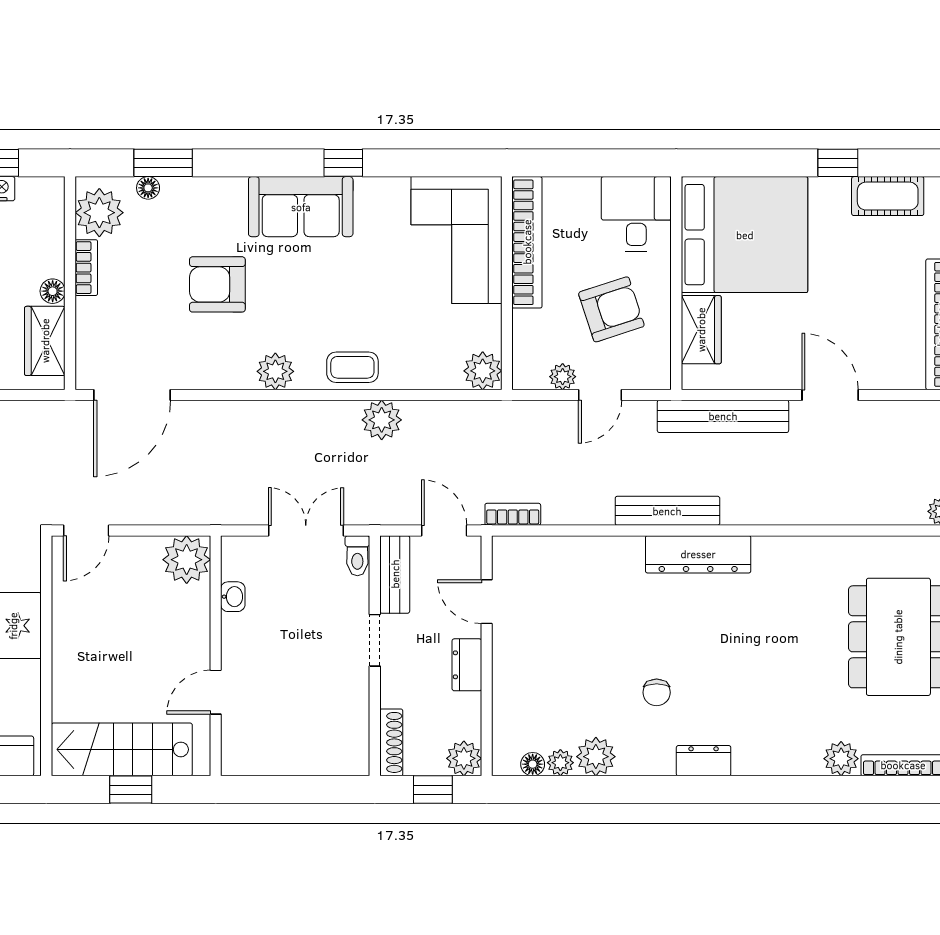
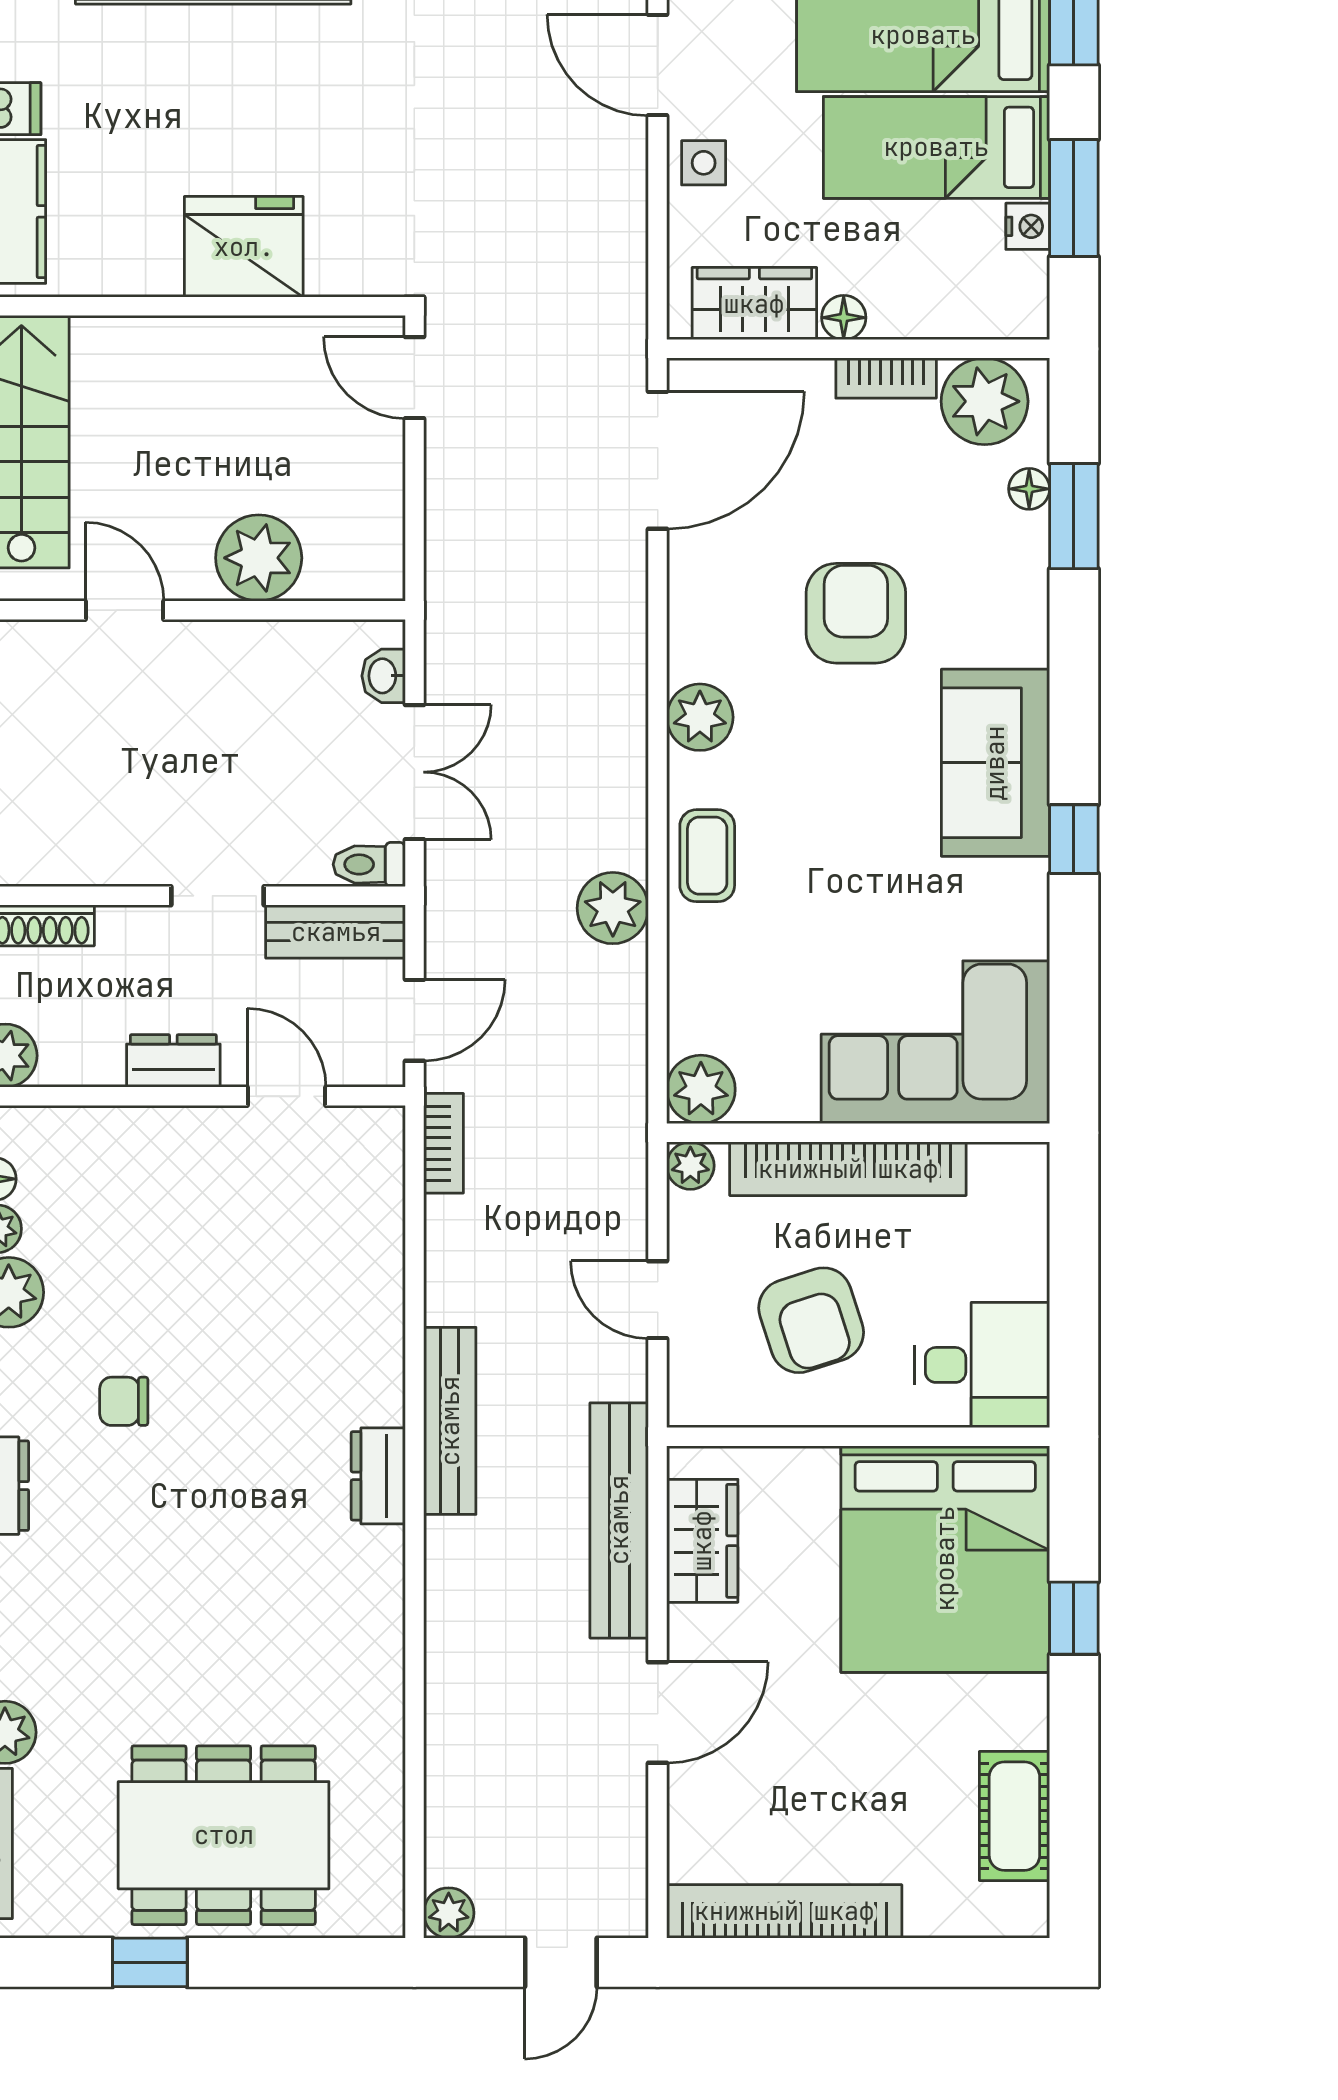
window: (838, 163) -> (1074, 1618), moved
bookcase: (527, 242) -> (848, 1169), moved
wardrobe: (701, 330) -> (702, 1541), moved, turned -90
plant: (563, 377) -> (690, 1166), moved
door: (132, 395) -> (658, 460), swing flipped
dresser: (698, 554) -> (378, 1476), width x0.51, depth x0.80
plant: (187, 560) -> (259, 558), moved
washbasin: (233, 597) -> (384, 676), moved, turned 90
door: (487, 602) -> (287, 1096), hinge flipped

